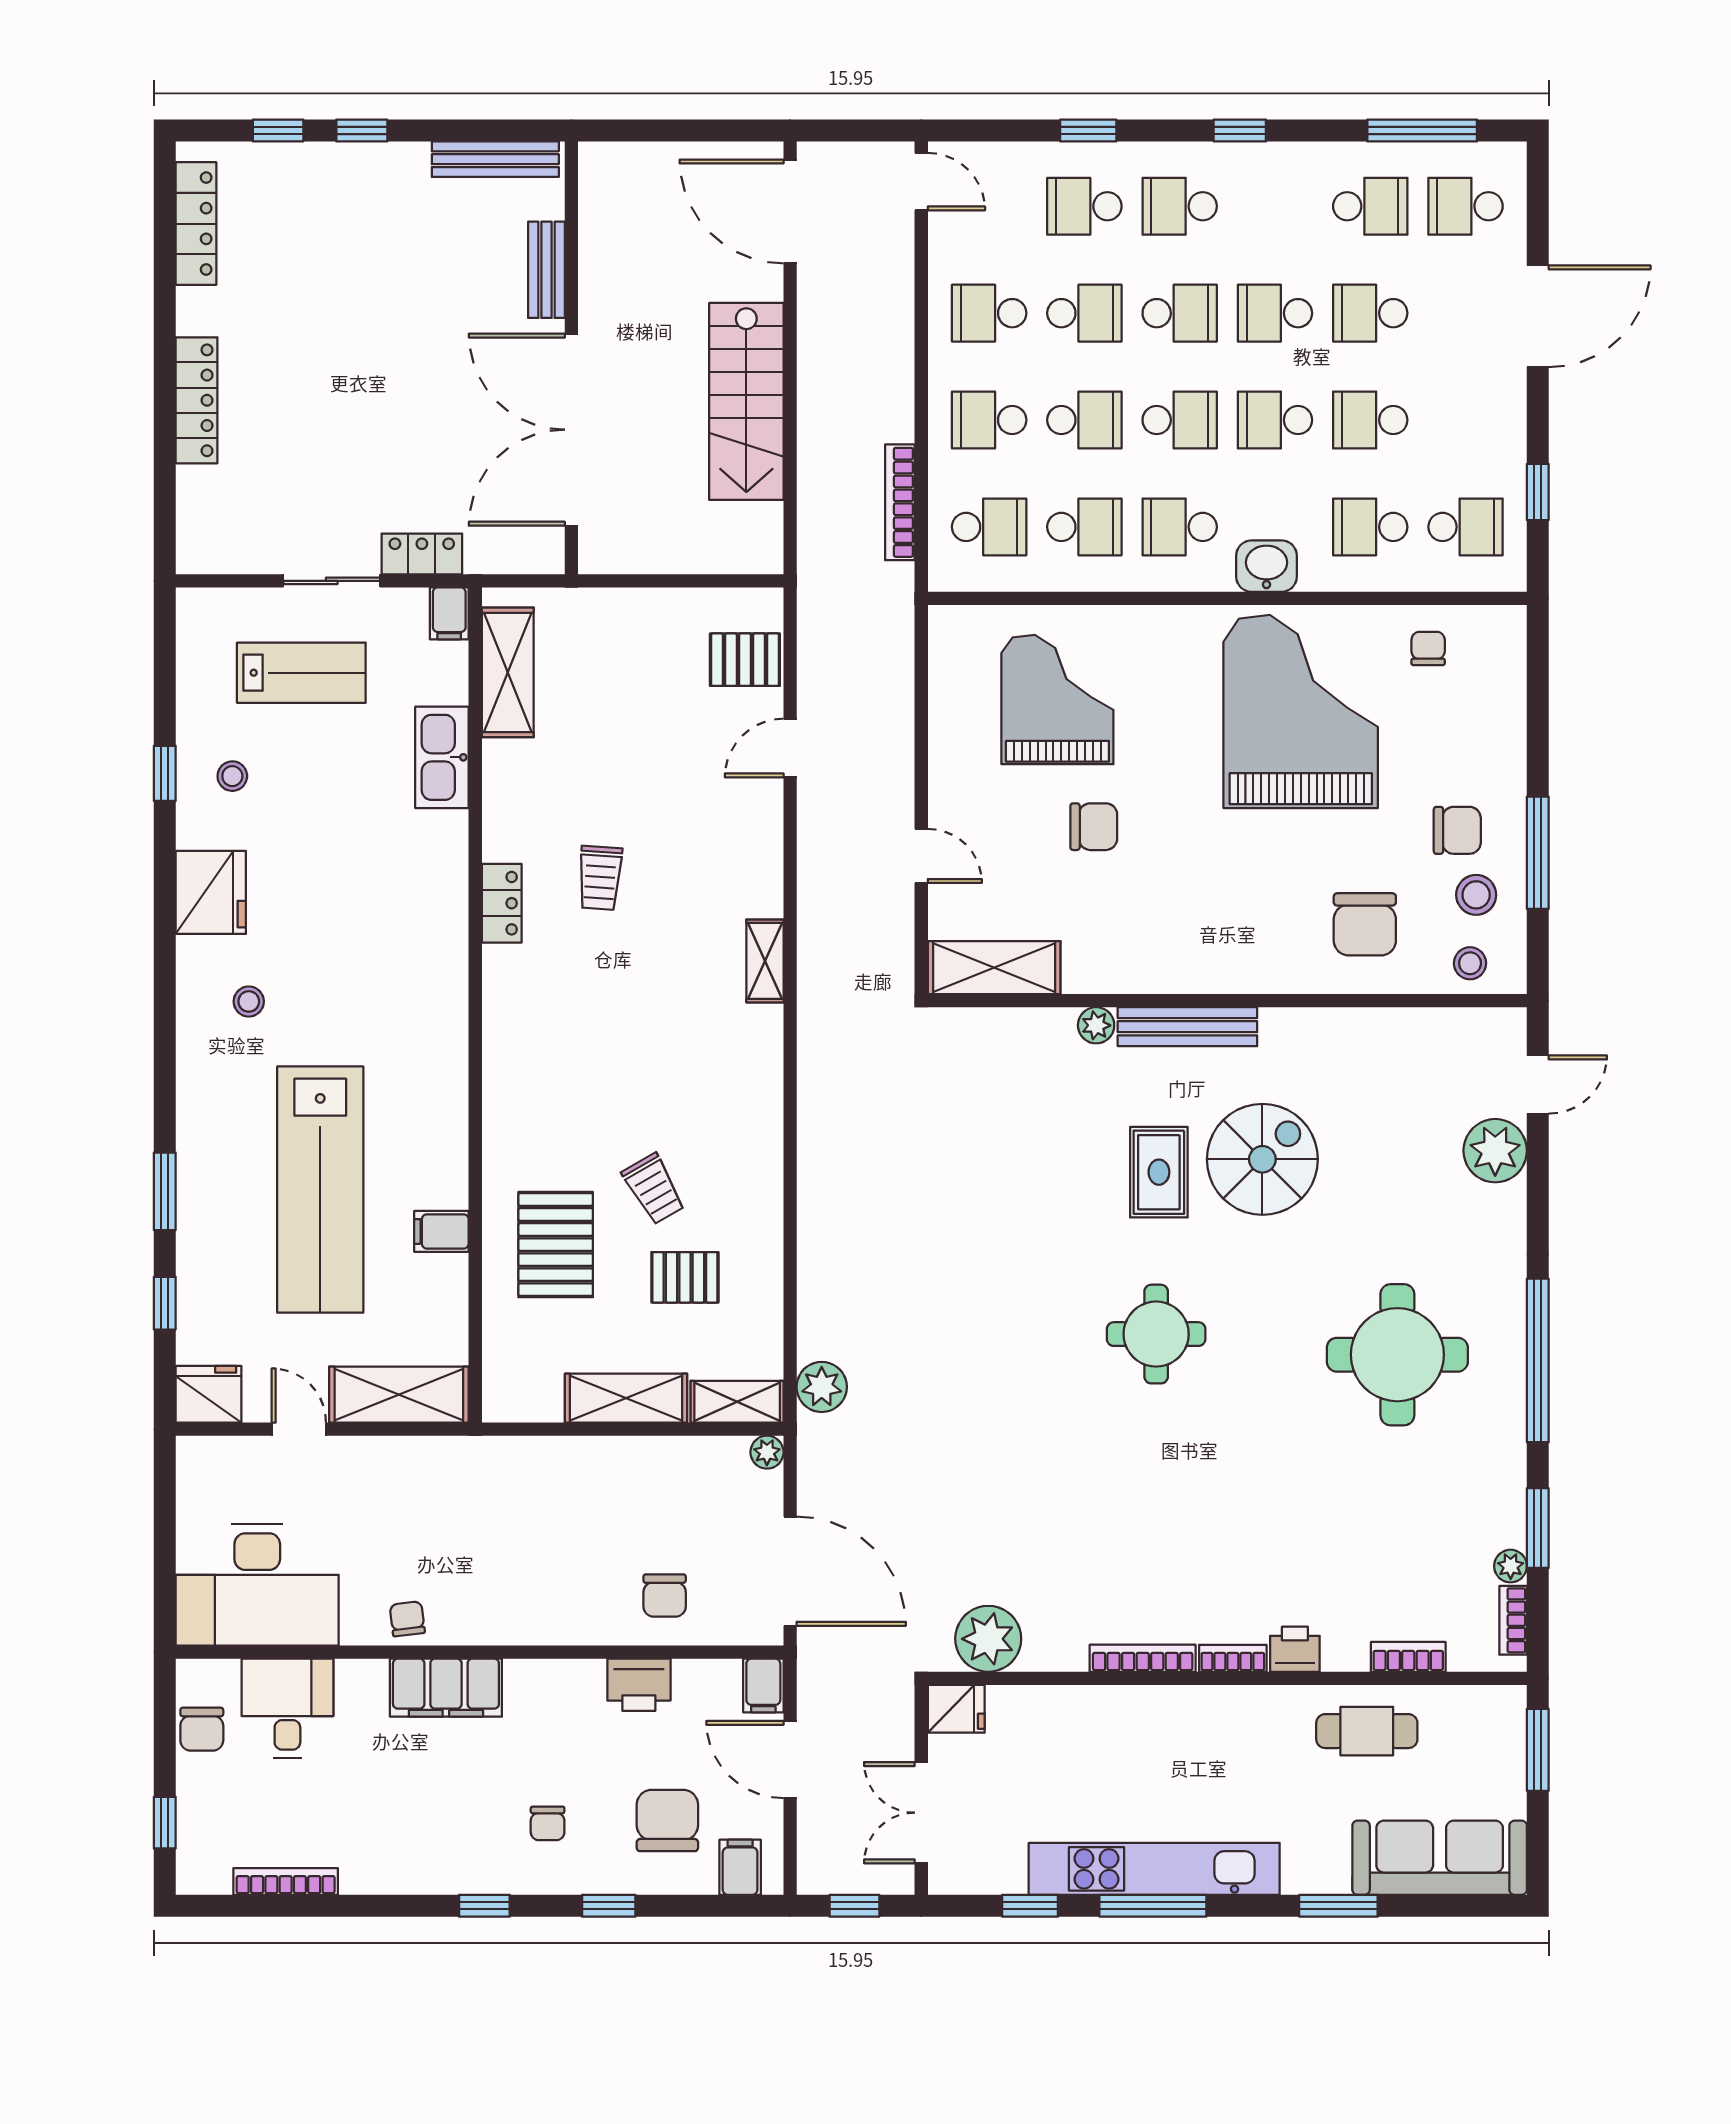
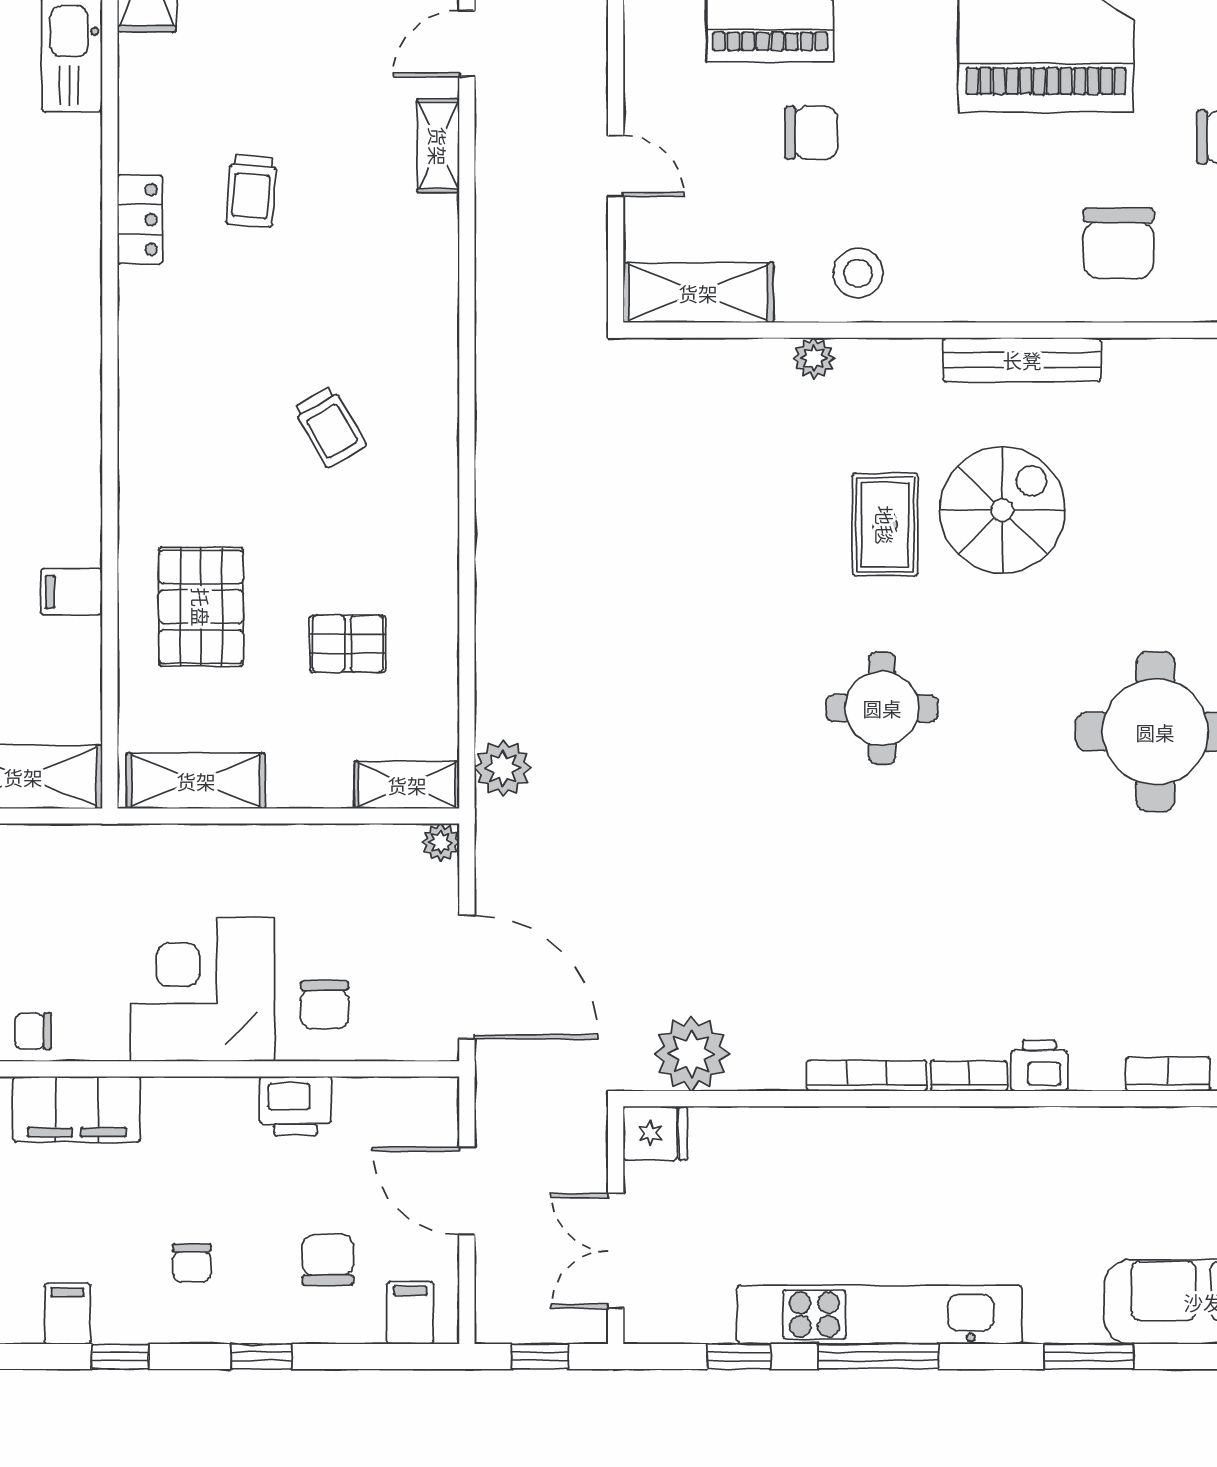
stool: (1135, 950) -> (858, 273), added
shelving: (765, 961) -> (438, 146), moved
bench: (1187, 1027) -> (1022, 360), moved
trolley: (654, 1189) -> (330, 427), moved
shelving: (626, 1398) -> (196, 781), moved
corner desk: (557, 1582) -> (202, 989), added
chair: (407, 1619) -> (33, 1031), turned -83
filing cabinet: (763, 1686) -> (67, 1314), moved, turned 180
cafe table: (1367, 1731) -> (1121, 1158), removed
chair: (667, 1821) -> (328, 1260), width x0.73, depth x0.73

